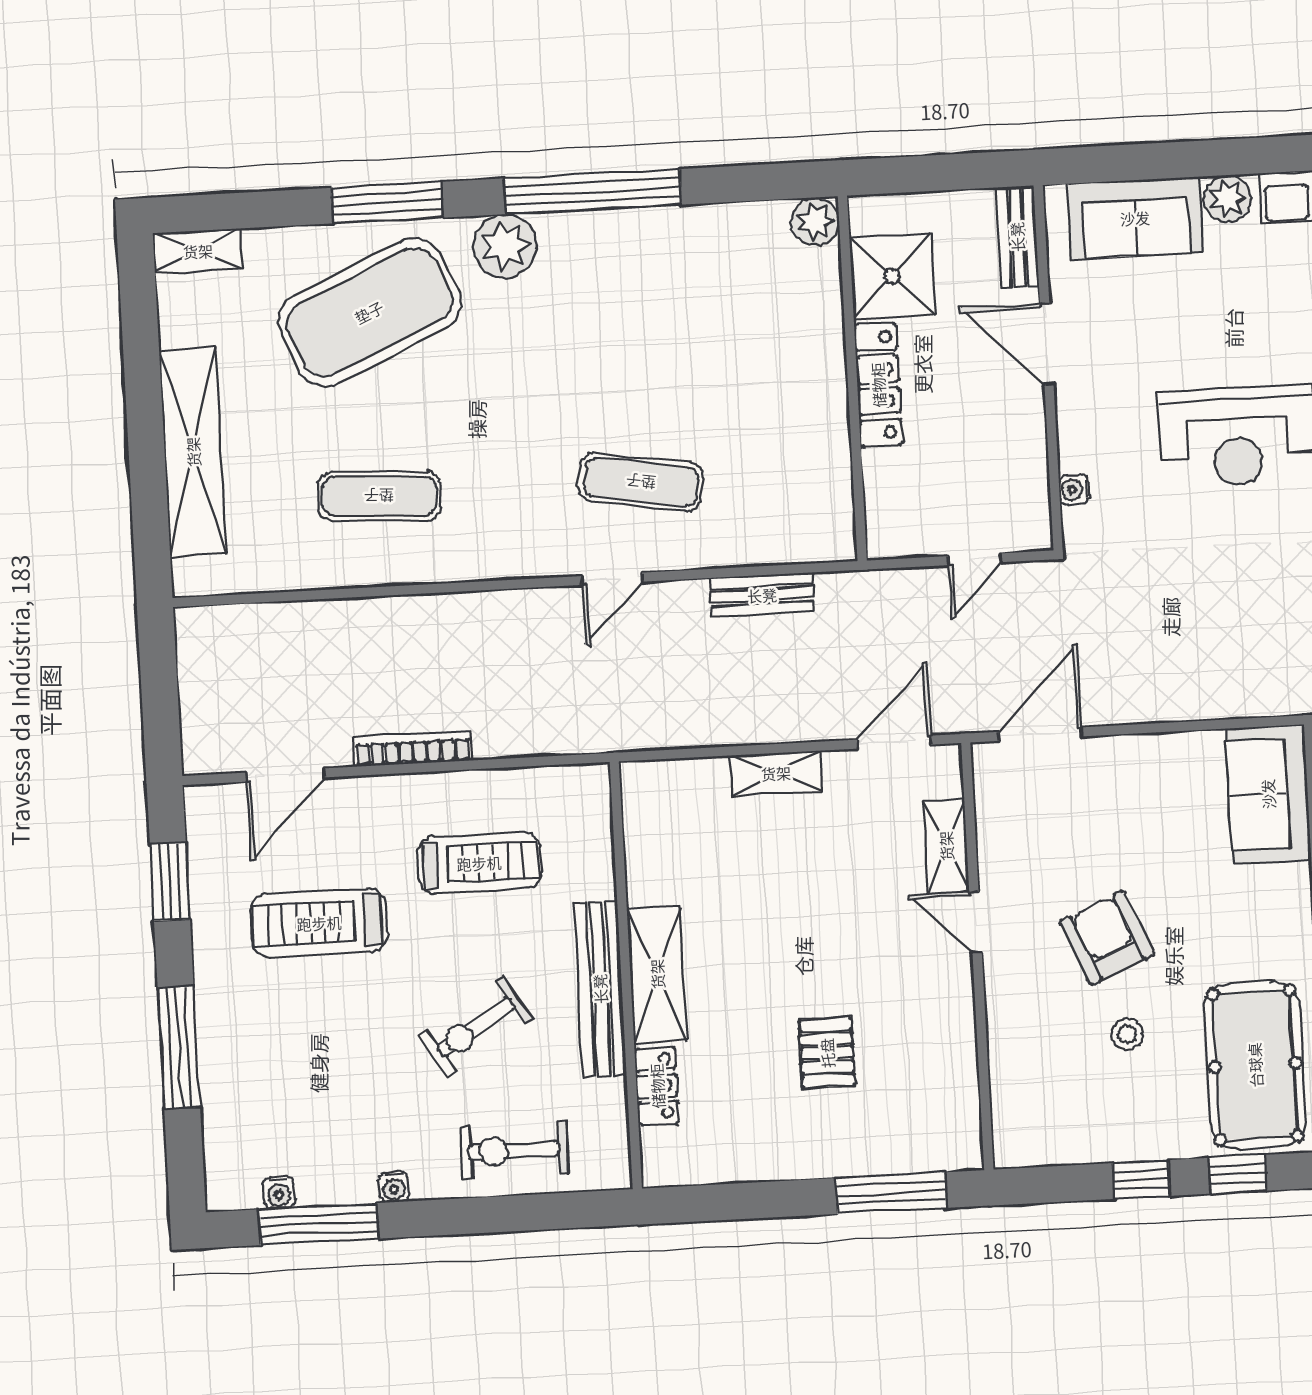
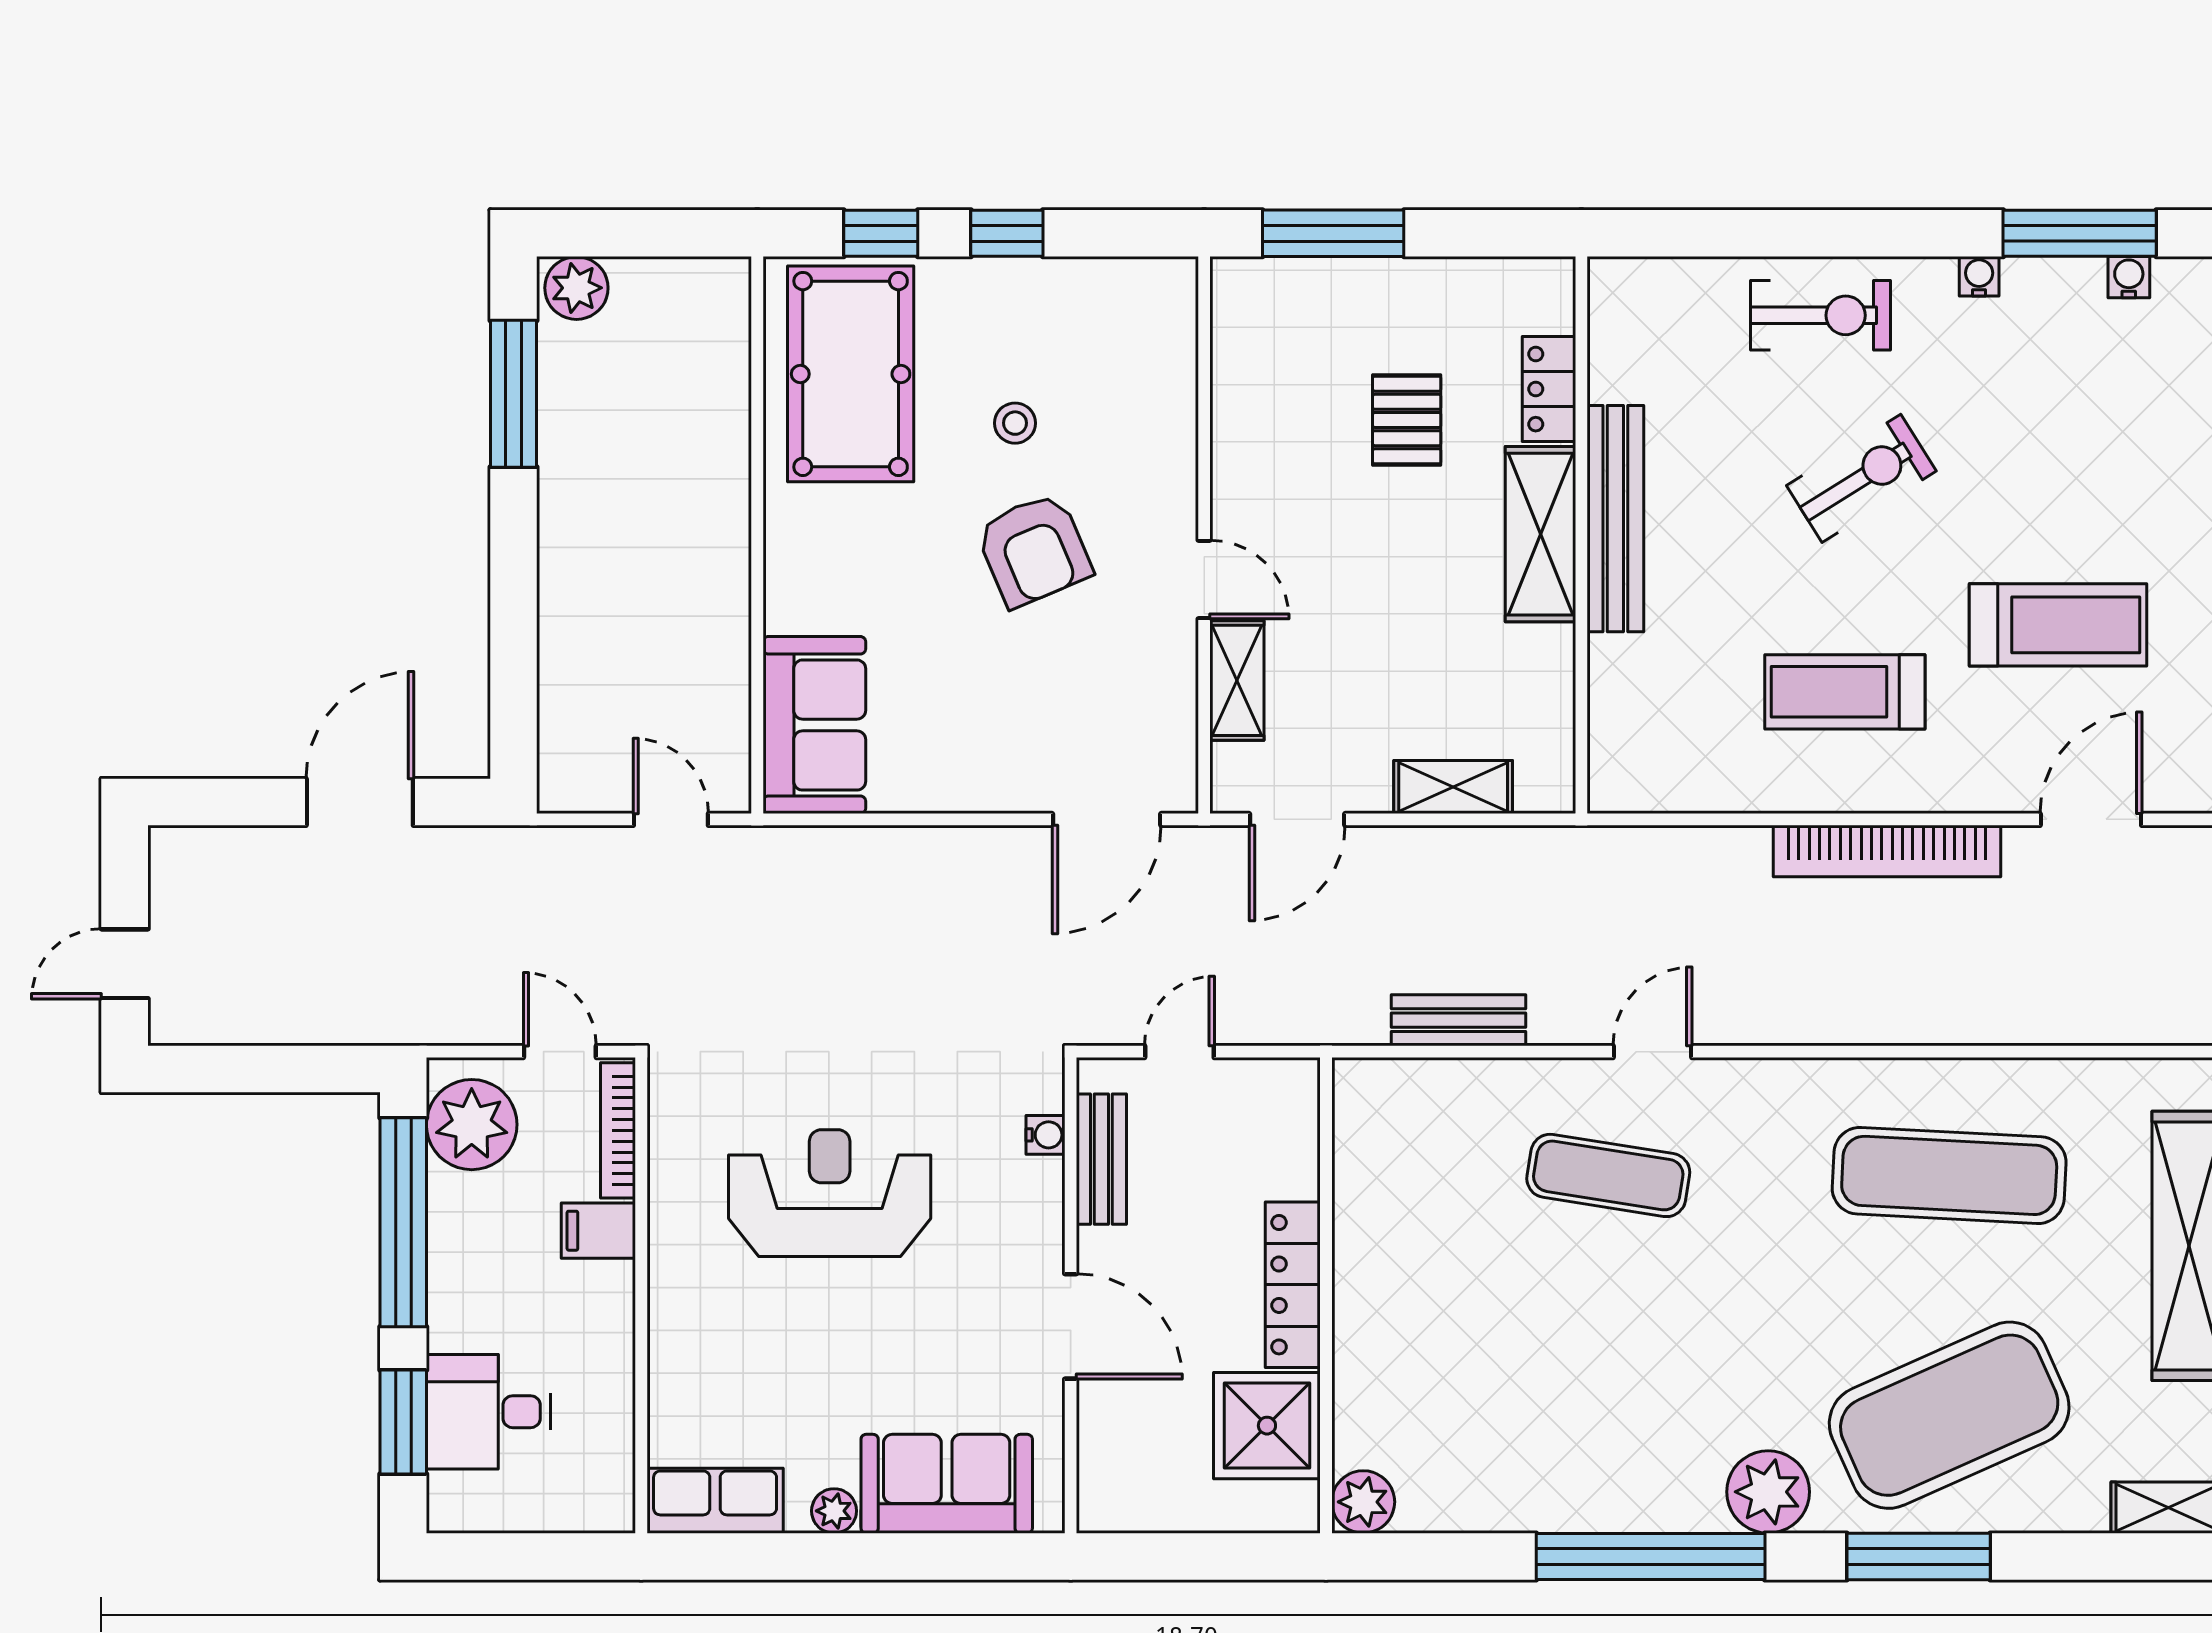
plant: (1227, 199) -> (834, 1511), width x0.73, depth x0.73
bench: (1017, 237) -> (1101, 1159), moved
exercise mat: (379, 496) -> (1949, 1175), width x1.36, depth x1.45
bookcase: (413, 749) -> (1887, 851), width x1.48, depth x1.31
shelving: (657, 974) -> (1540, 534), moved
wall: (626, 975) -> (1581, 535), moved
bench: (600, 989) -> (1615, 519), moved
locker: (657, 1086) -> (1549, 389), moved

